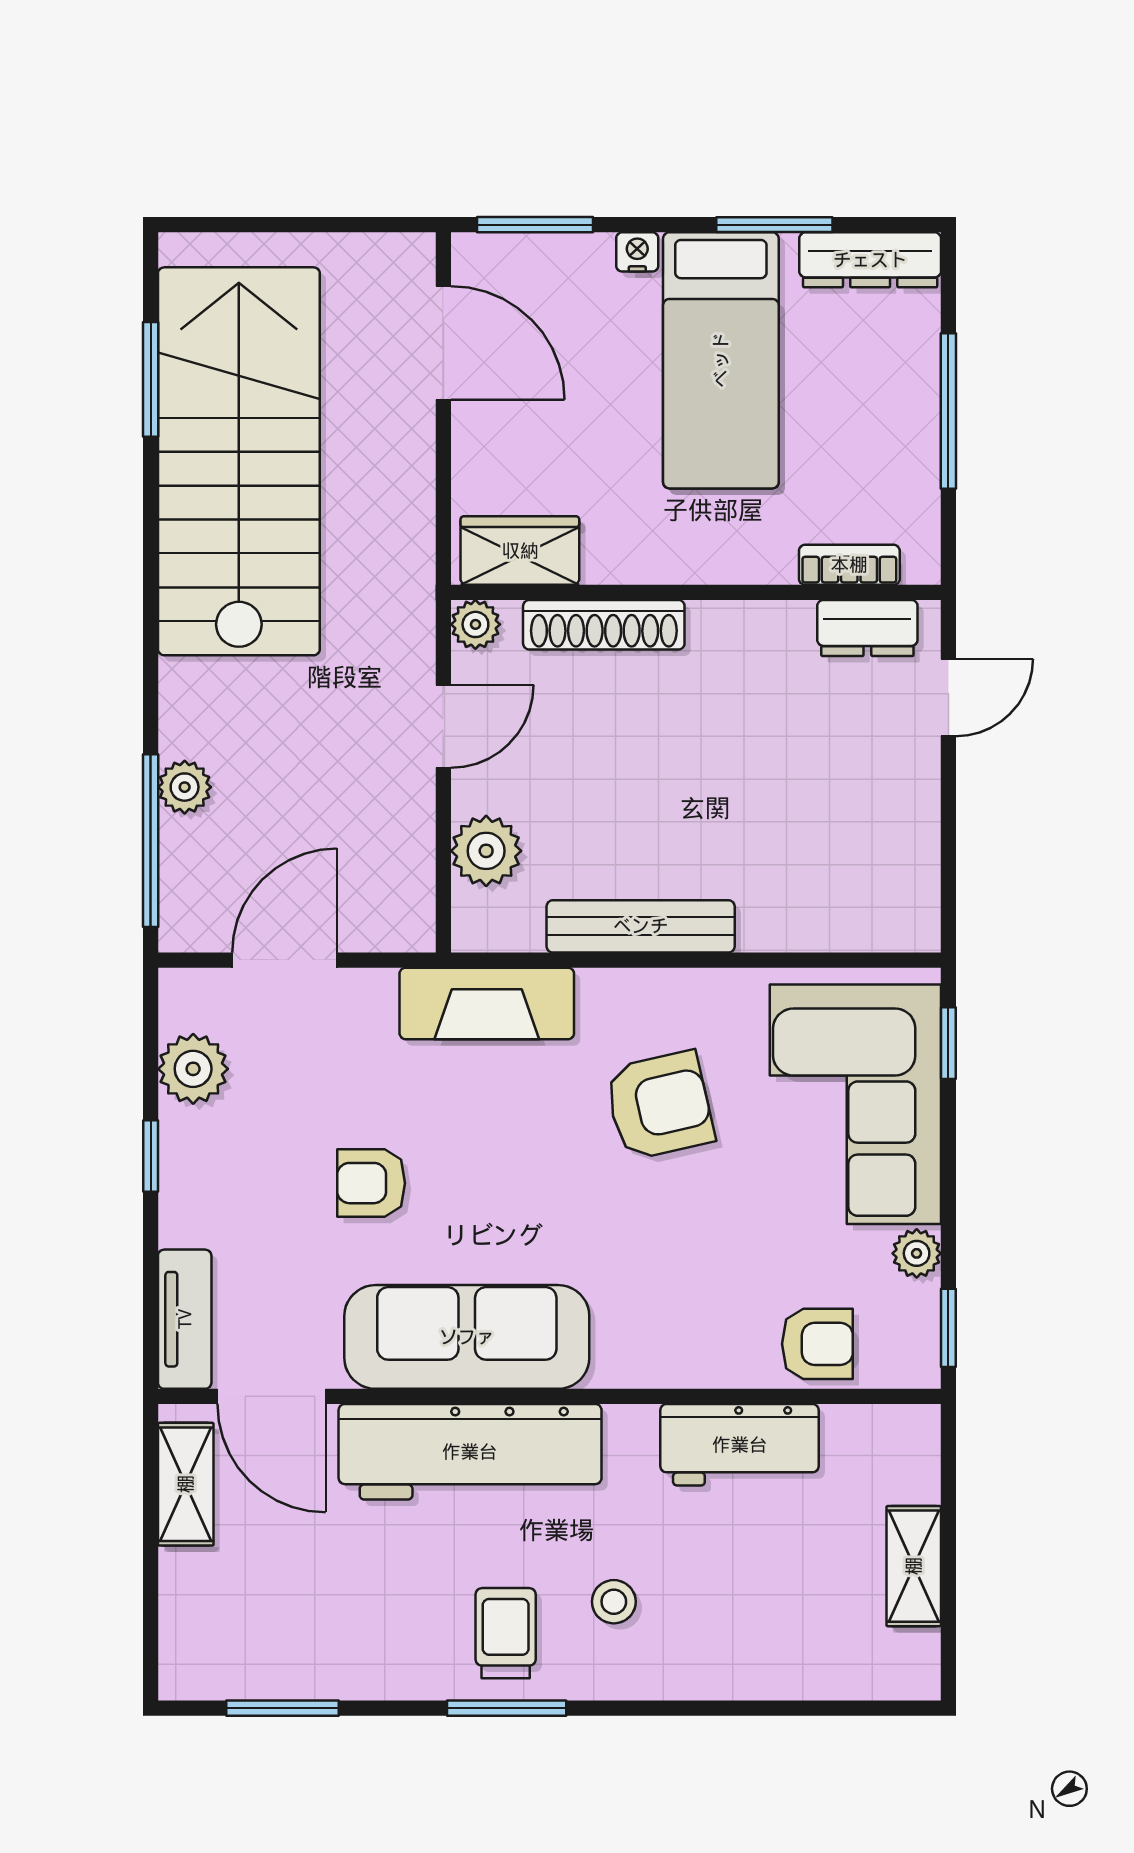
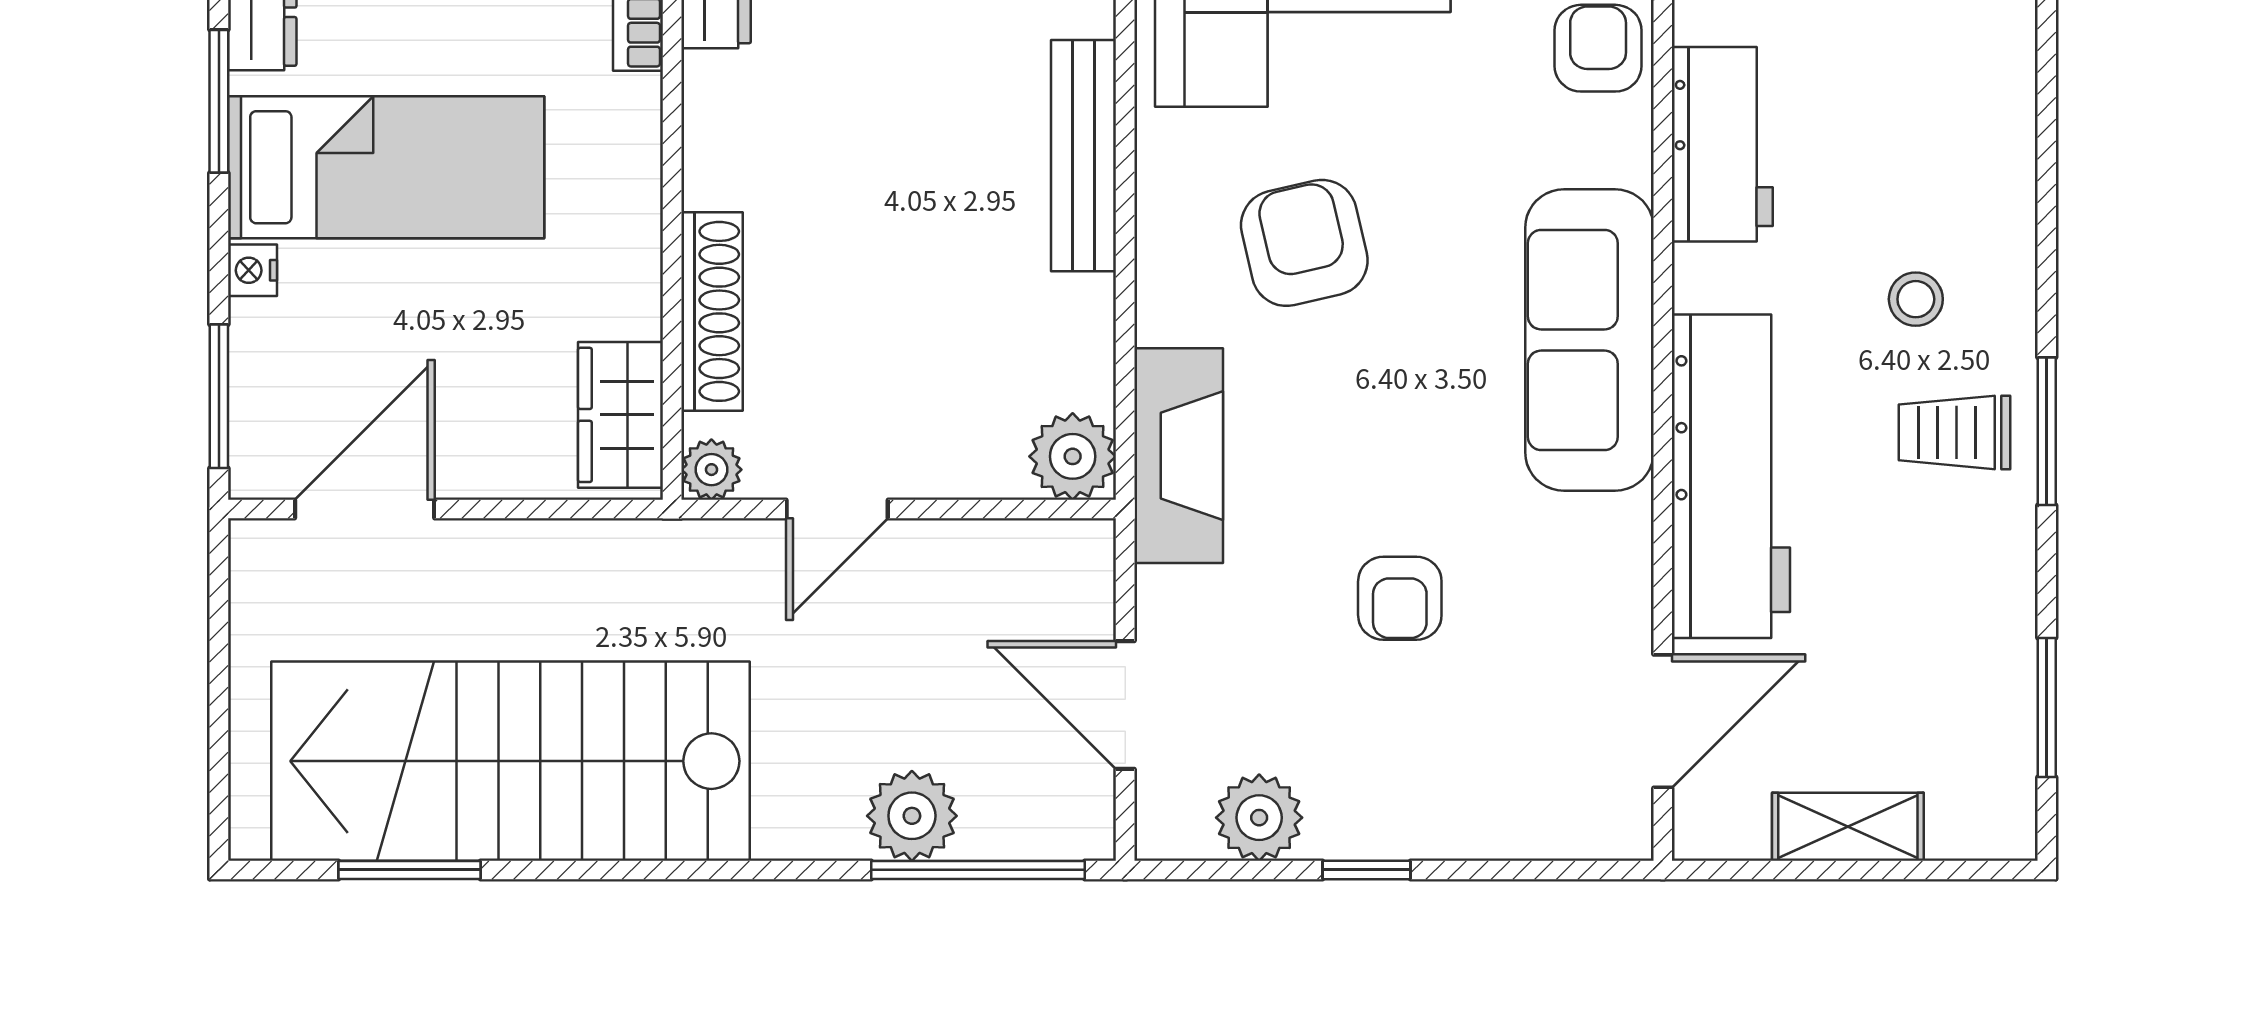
door: (443, 726) -> (837, 509), swing flipped
plant: (185, 787) -> (912, 816), width x1.38, depth x1.38
plant: (486, 851) -> (1073, 456), moved
bench: (641, 926) -> (1084, 156), moved
tv unit: (185, 1319) -> (1568, 828), removed
sofa: (467, 1337) -> (1589, 340), moved
shelving: (186, 1484) -> (1848, 827), moved

